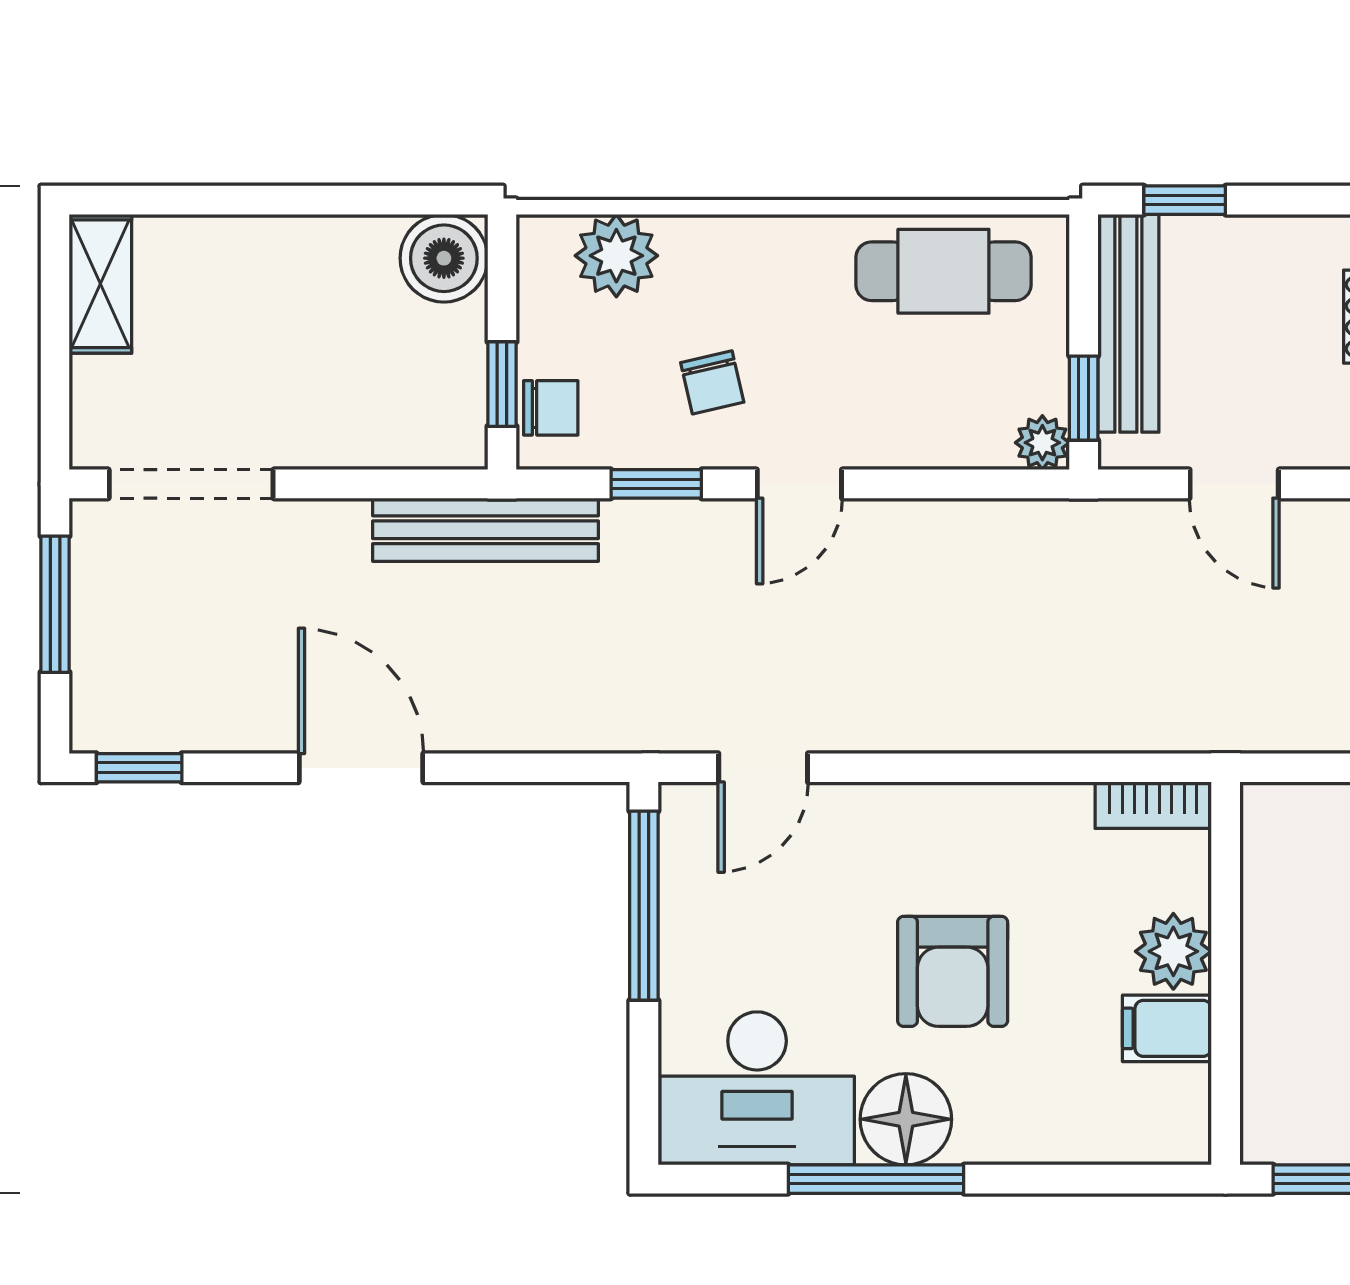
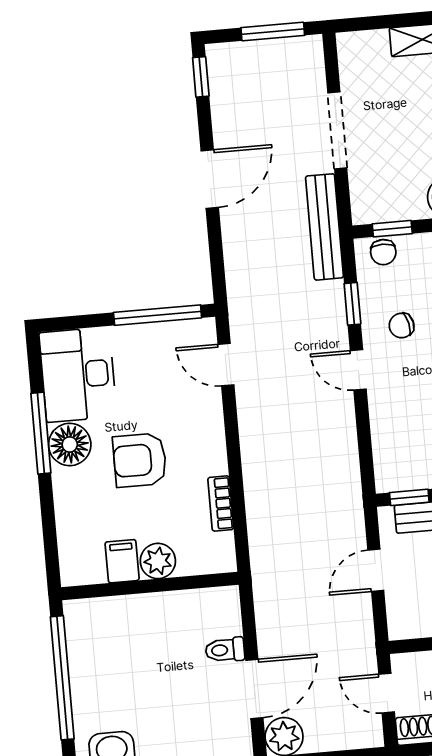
plant: (1042, 443) -> (387, 480), removed
doorway: (191, 484) -> (337, 130), moved
bookcase: (1153, 805) -> (221, 503), moved

